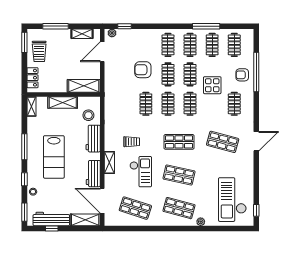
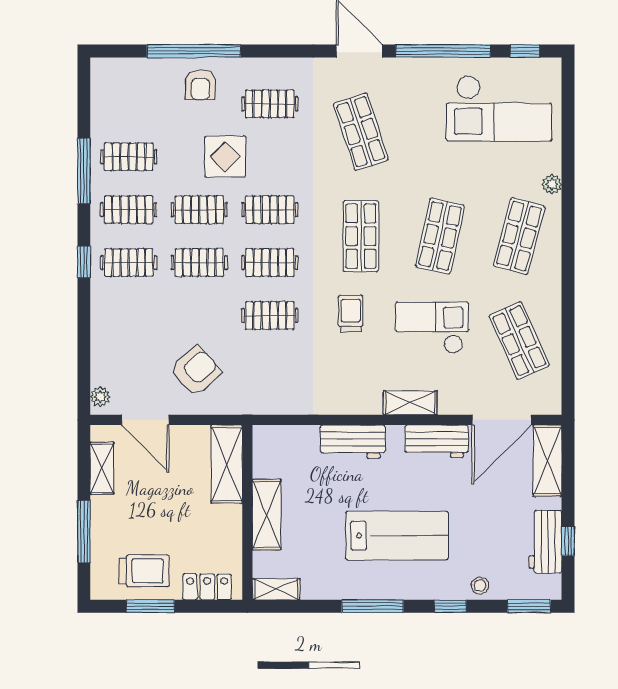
window: (125, 26) -> (84, 262), moved
window: (24, 42) -> (150, 606), moved
clothes rail: (234, 45) -> (129, 104), removed
armchair: (143, 70) -> (196, 371), moved, turned -132
stool: (88, 115) -> (297, 453), removed
trolley: (132, 142) -> (351, 313), moved
shop shelf: (223, 142) -> (361, 132), turned -33
window: (256, 176) -> (443, 51), added
shop shelf: (135, 208) -> (519, 341), turned -42
workbench: (51, 219) -> (545, 542), width x0.73

